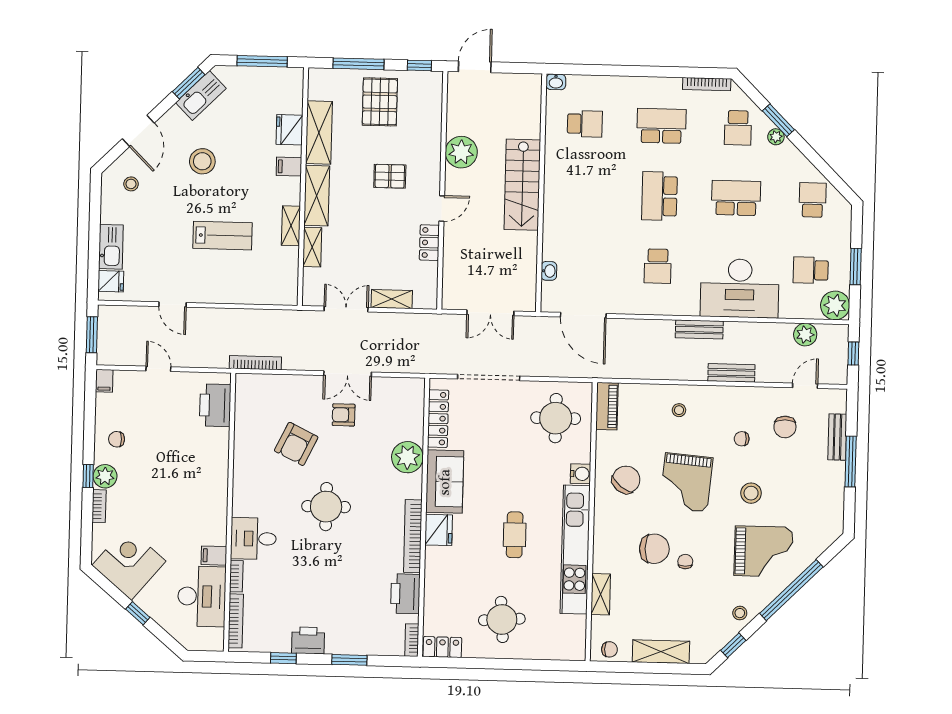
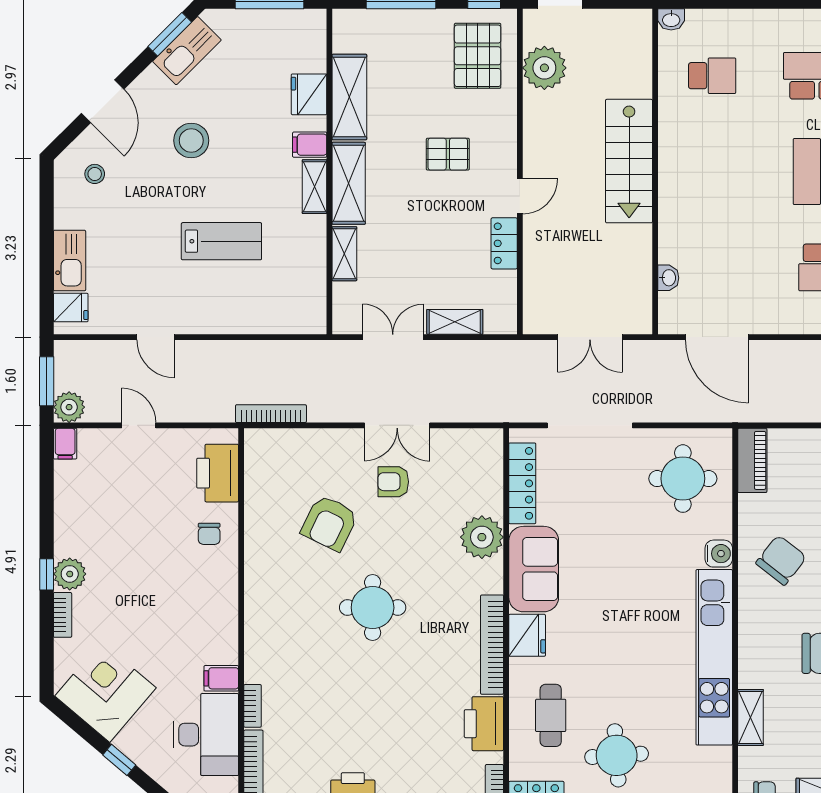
pallet: (380, 102) -> (478, 56), moved
plant: (461, 152) -> (544, 68), moved
shelving: (291, 226) -> (315, 187), moved
plant: (108, 354) -> (69, 407), added
chair: (117, 439) -> (209, 534), moved, turned -90
cafe table: (515, 535) -> (551, 715), moved
desk: (253, 539) -> (275, 654), removed

